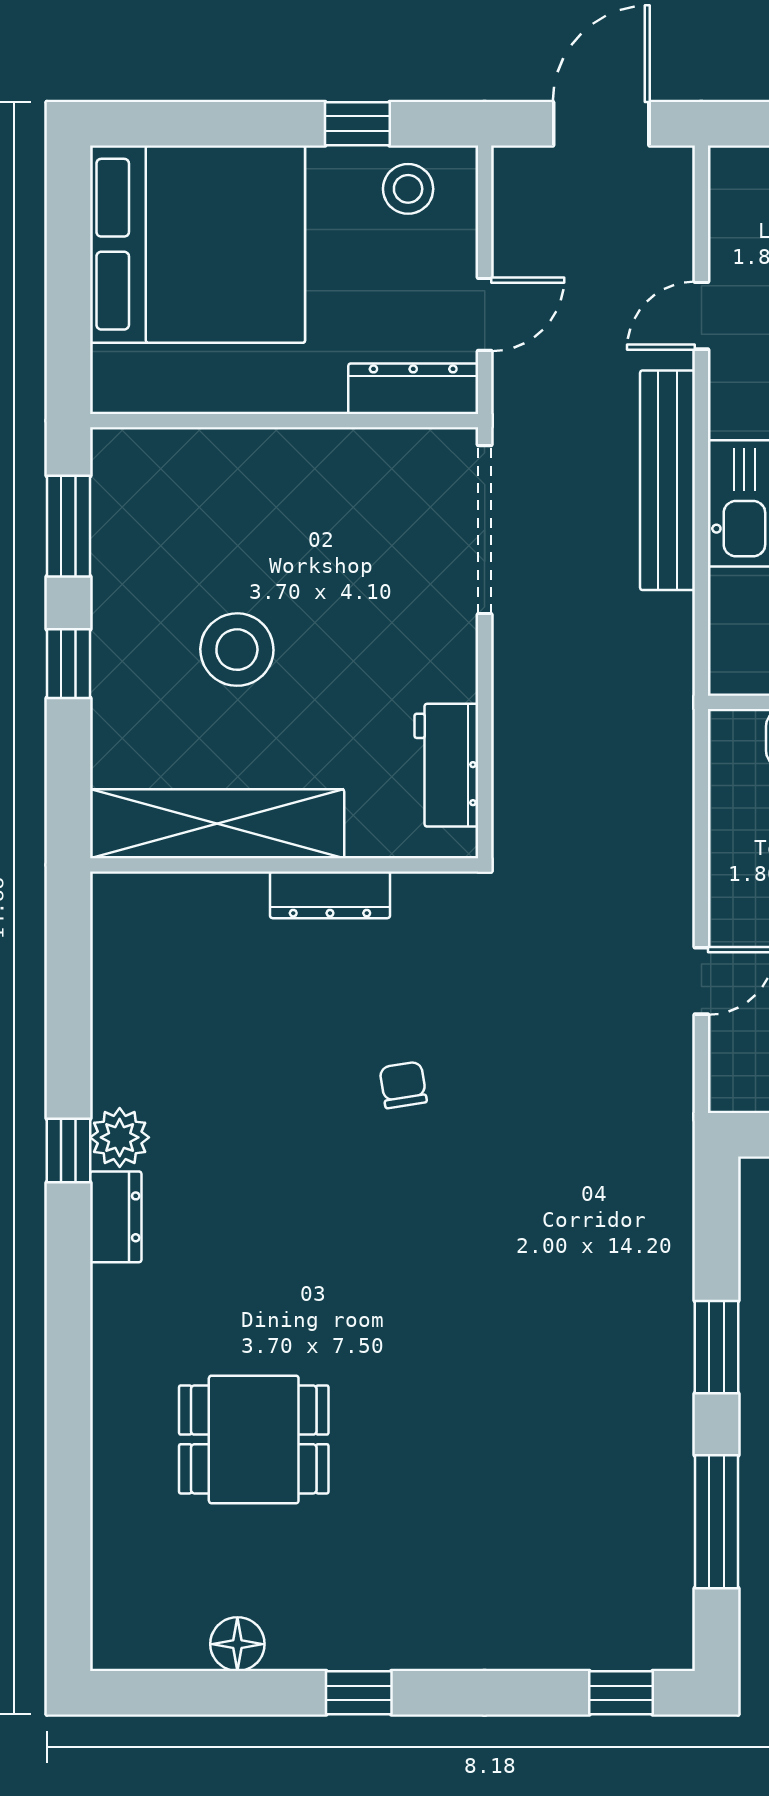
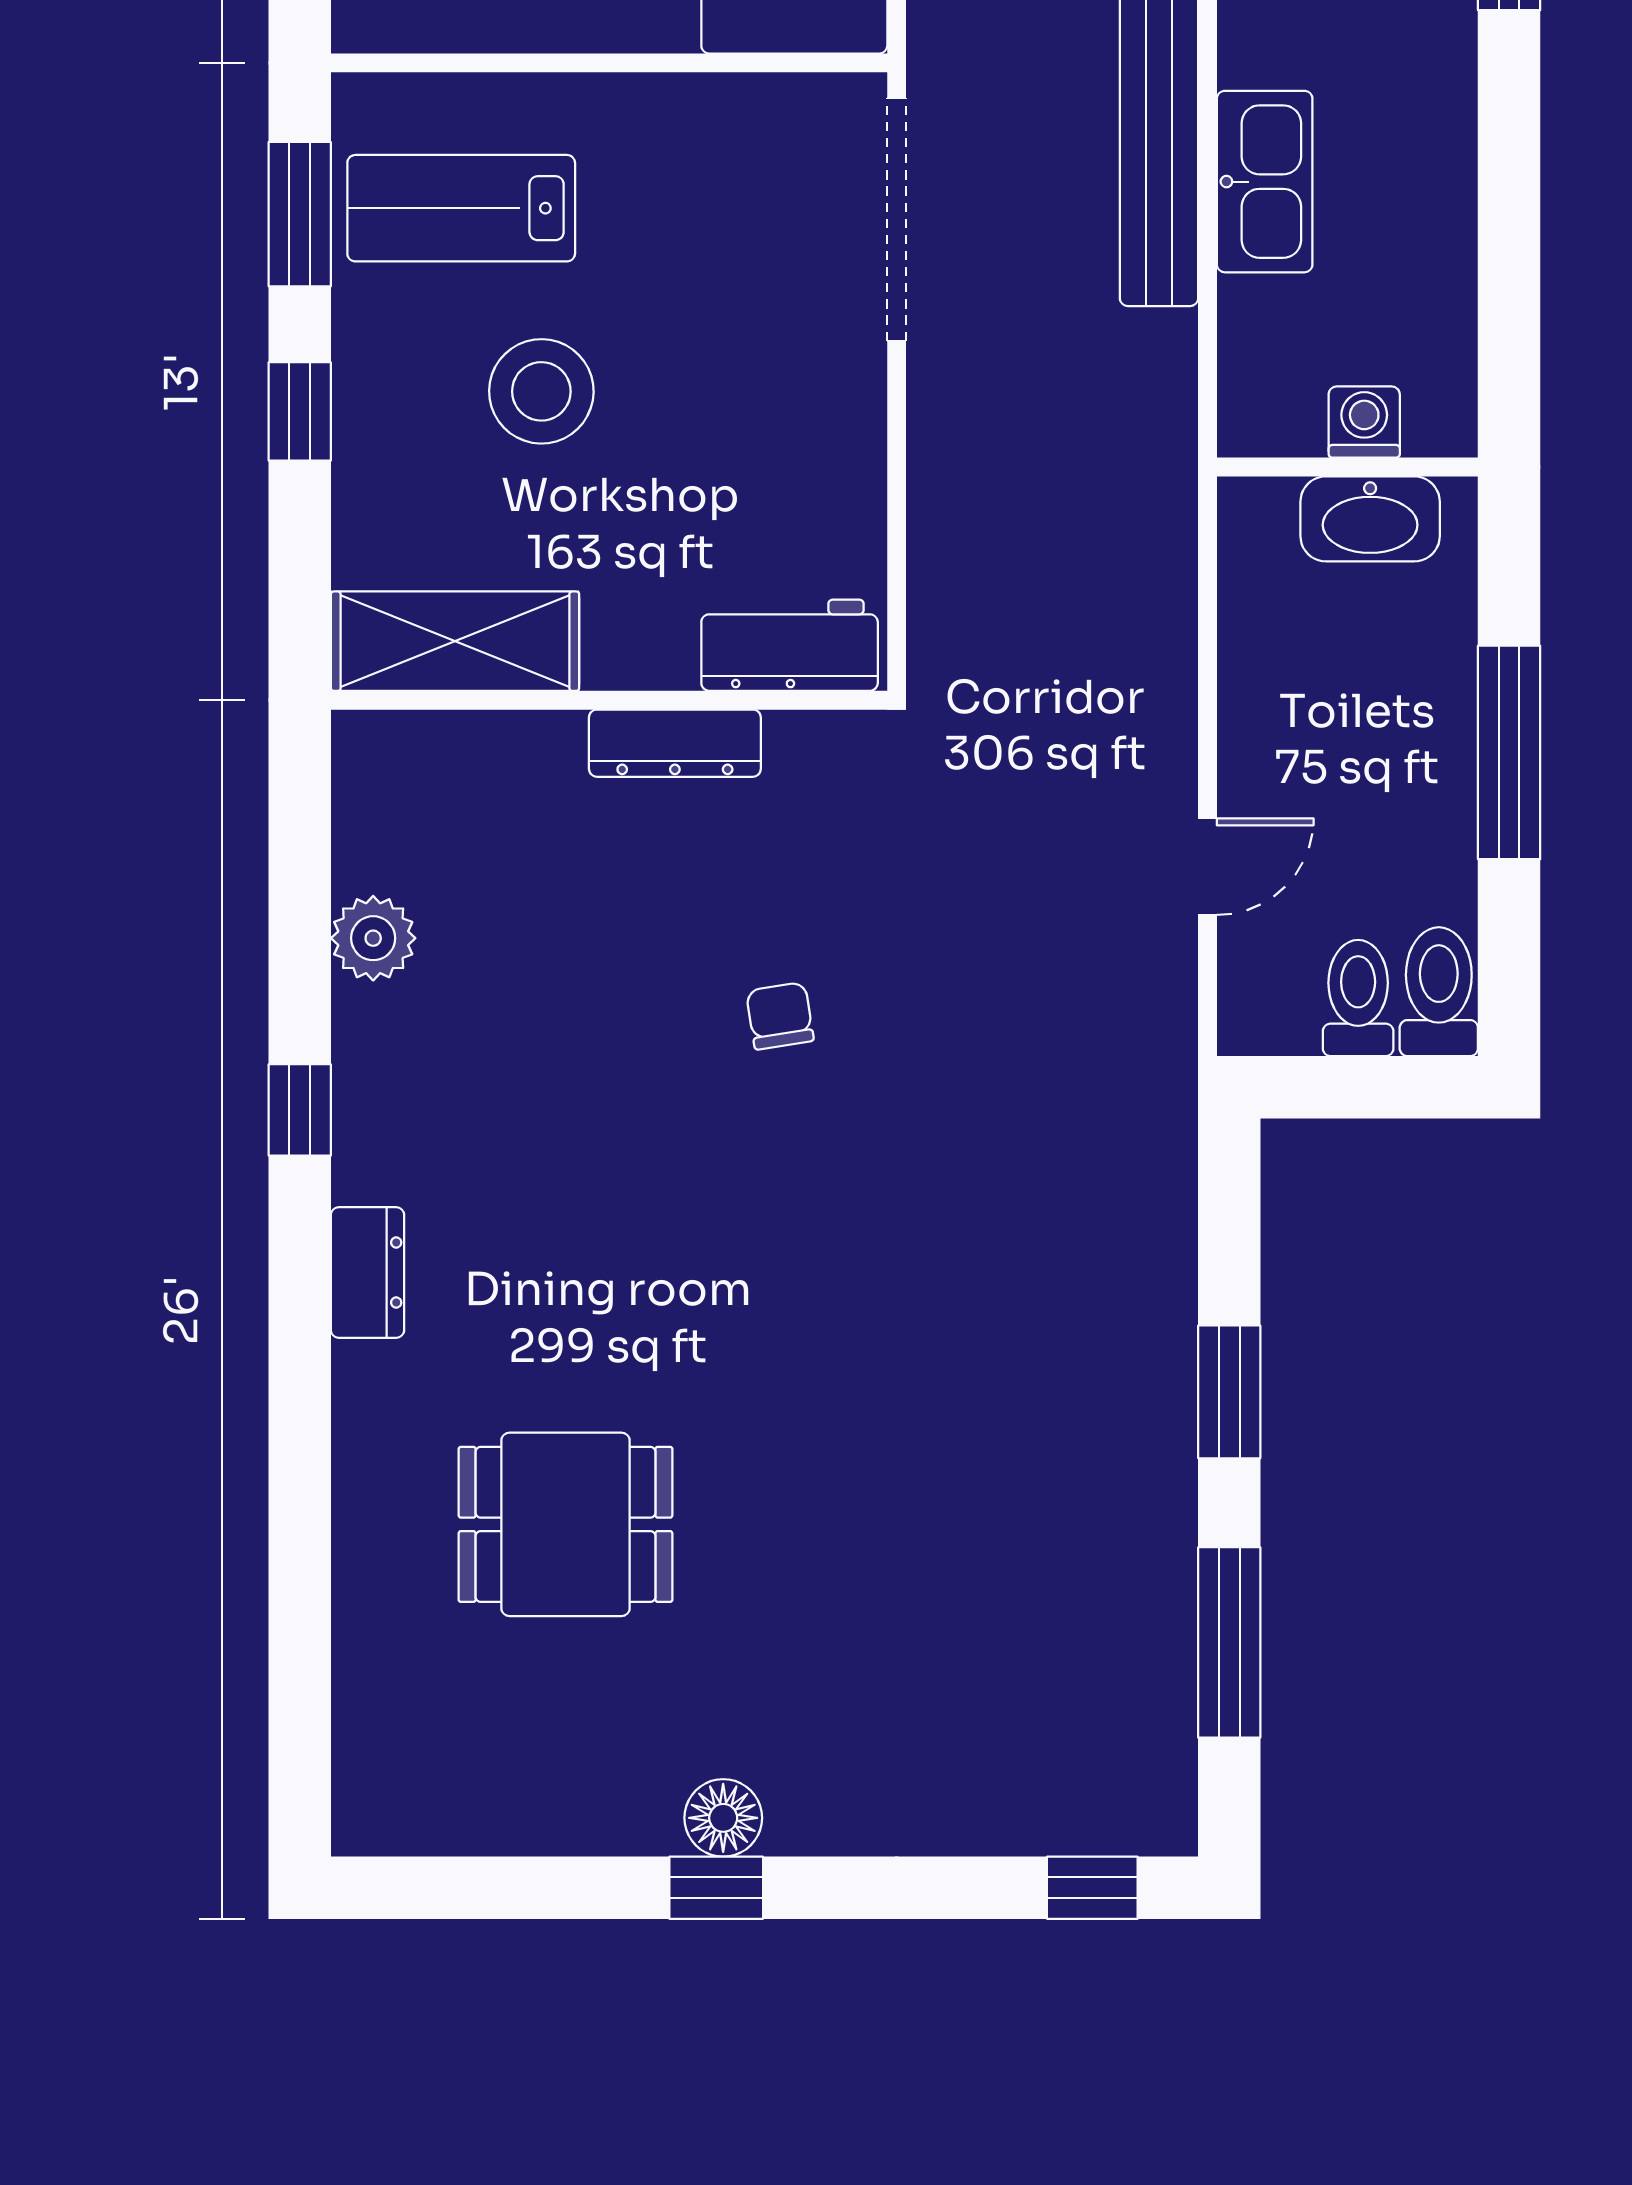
lab bench: (181, 522) -> (461, 208), added
workbench: (446, 765) -> (790, 645), moved, turned 90
shelving: (217, 824) -> (455, 641), width x0.68
plant: (120, 1137) -> (373, 938), moved
dresser: (116, 1217) -> (368, 1272), moved
floor lamp: (237, 1644) -> (723, 1818), moved

